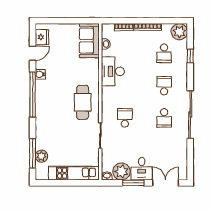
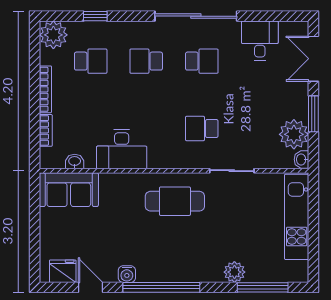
plant: (41, 156) -> (234, 272), moved
desk: (142, 169) -> (260, 40), moved, turned -90

